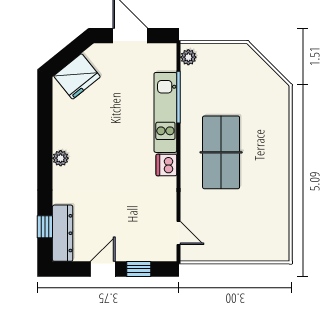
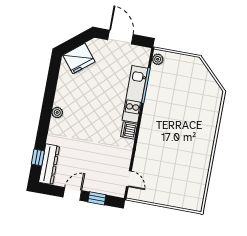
table tennis table: (221, 152) -> (168, 129), removed

